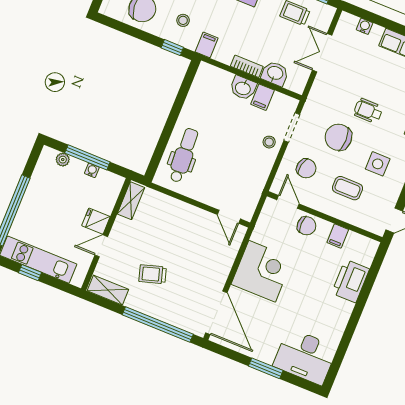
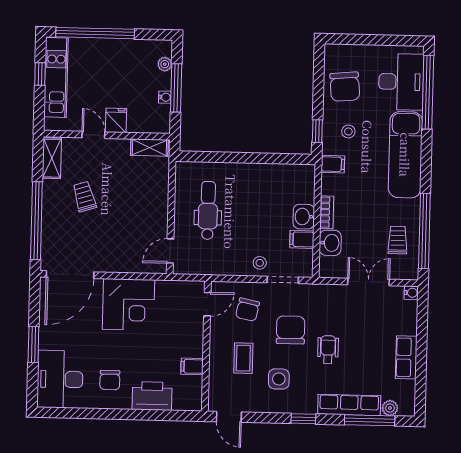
water cooler: (365, 26) -> (411, 293), moved
dental chair: (184, 155) -> (208, 210), moved, turned -87
chair: (307, 226) -> (110, 380), moved

